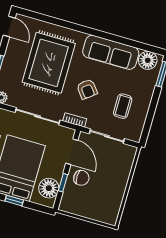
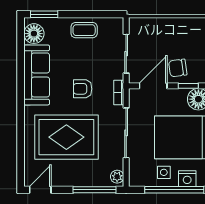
armchair: (87, 89) -> (83, 89), turned -142
coffee table: (123, 106) -> (84, 30), moved
chair: (81, 178) -> (178, 68), turned -98

